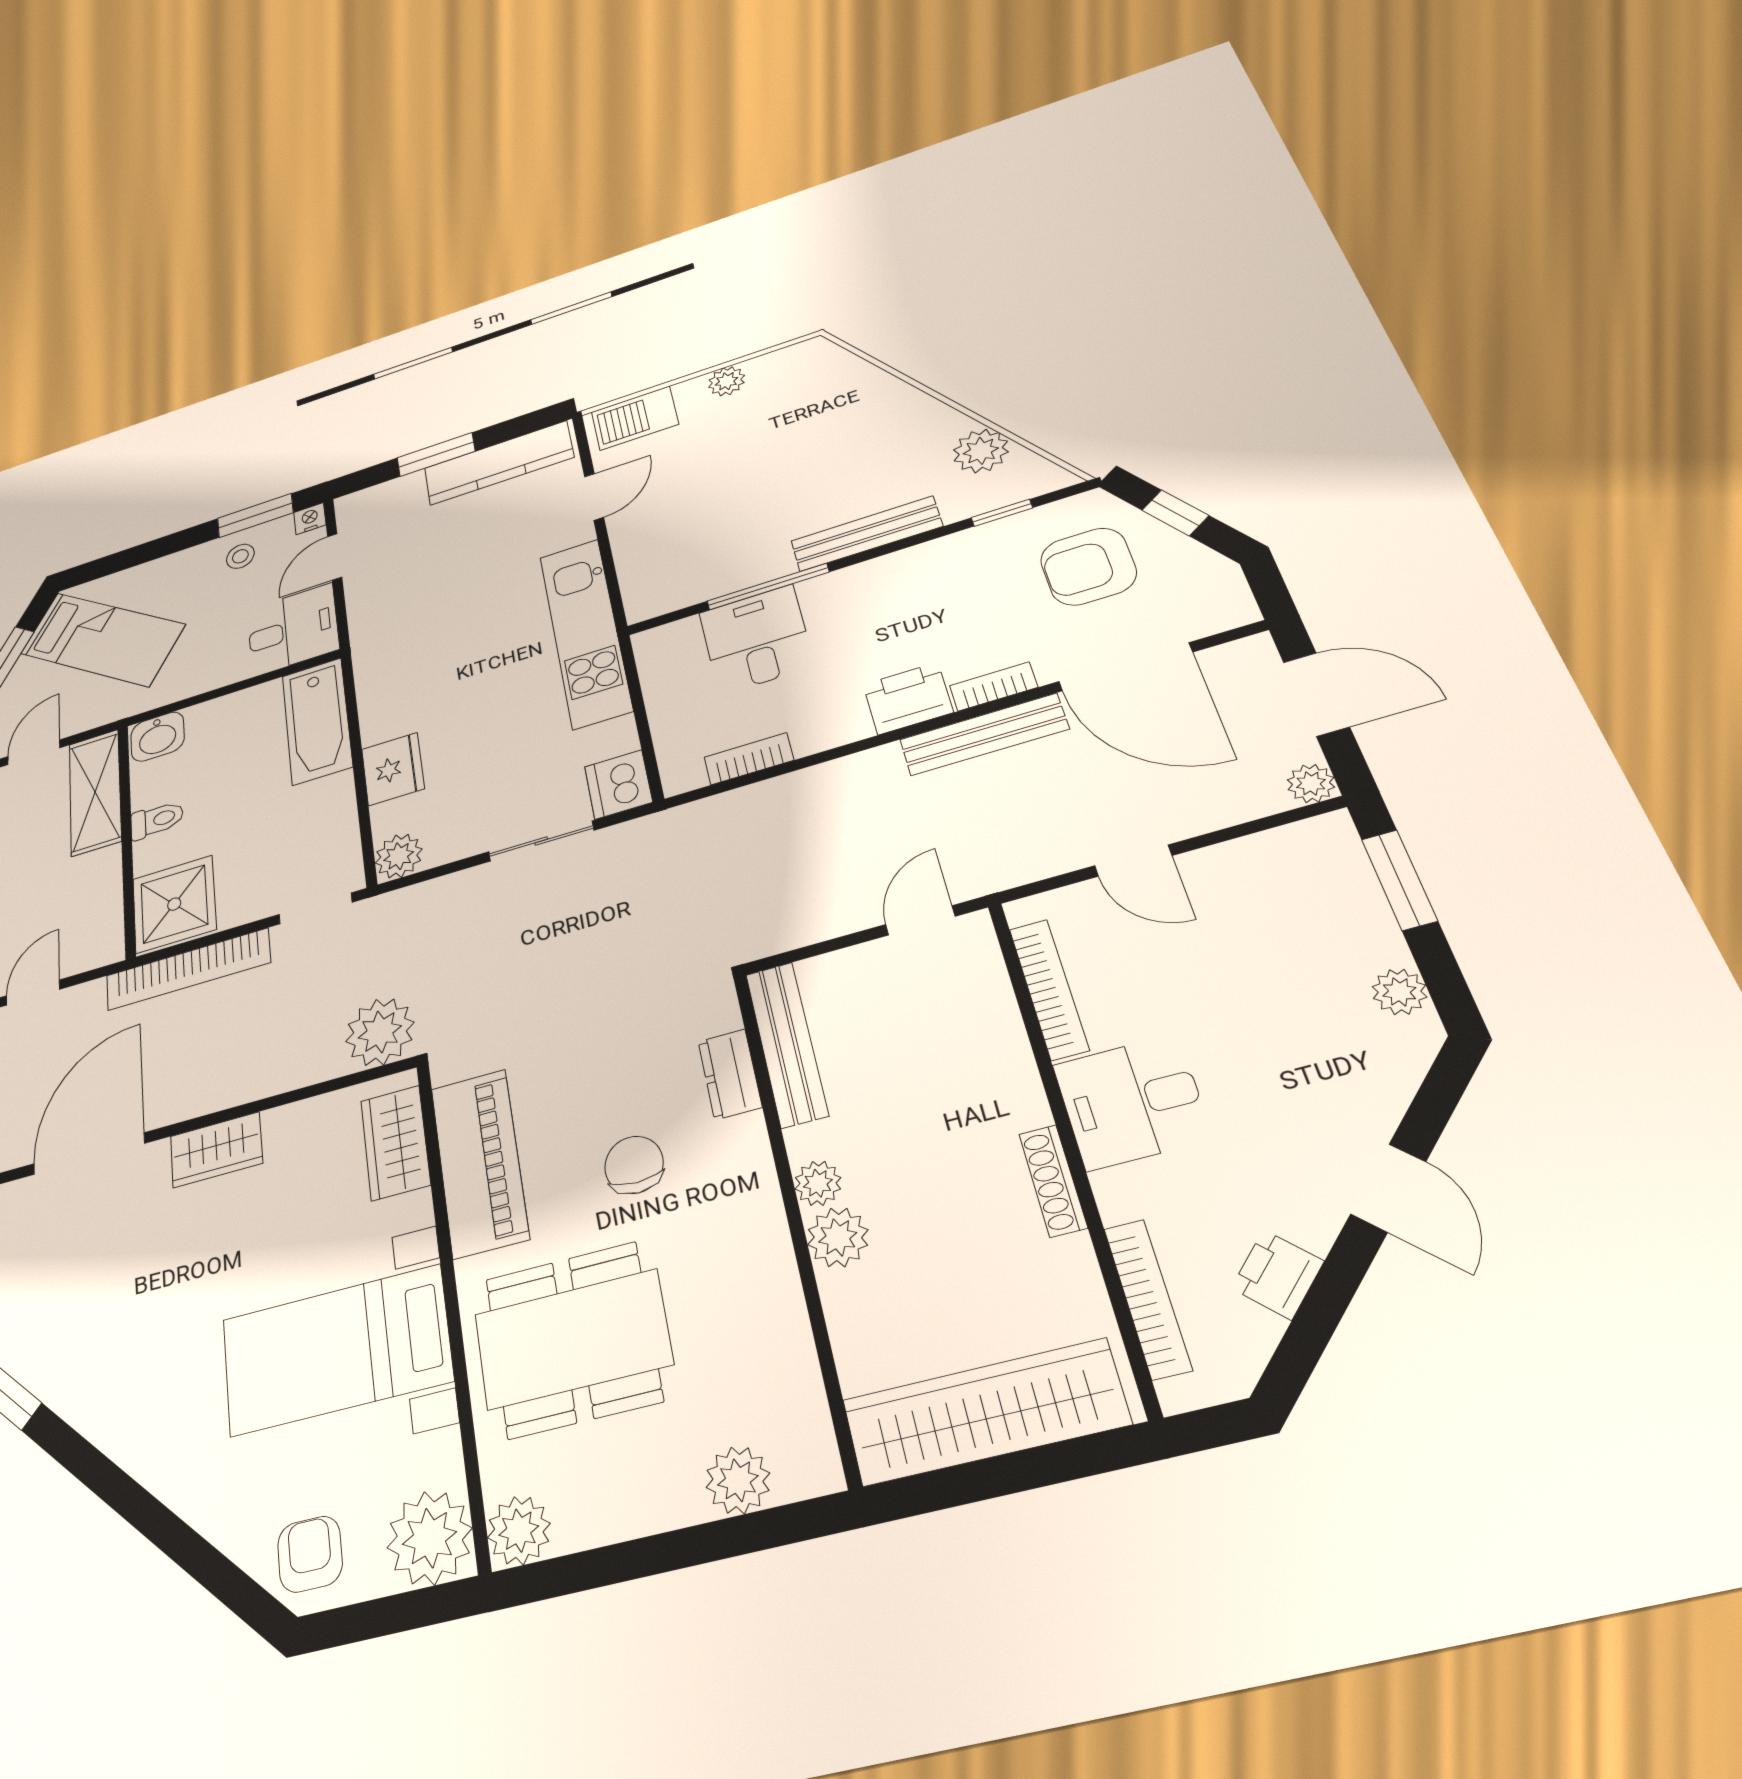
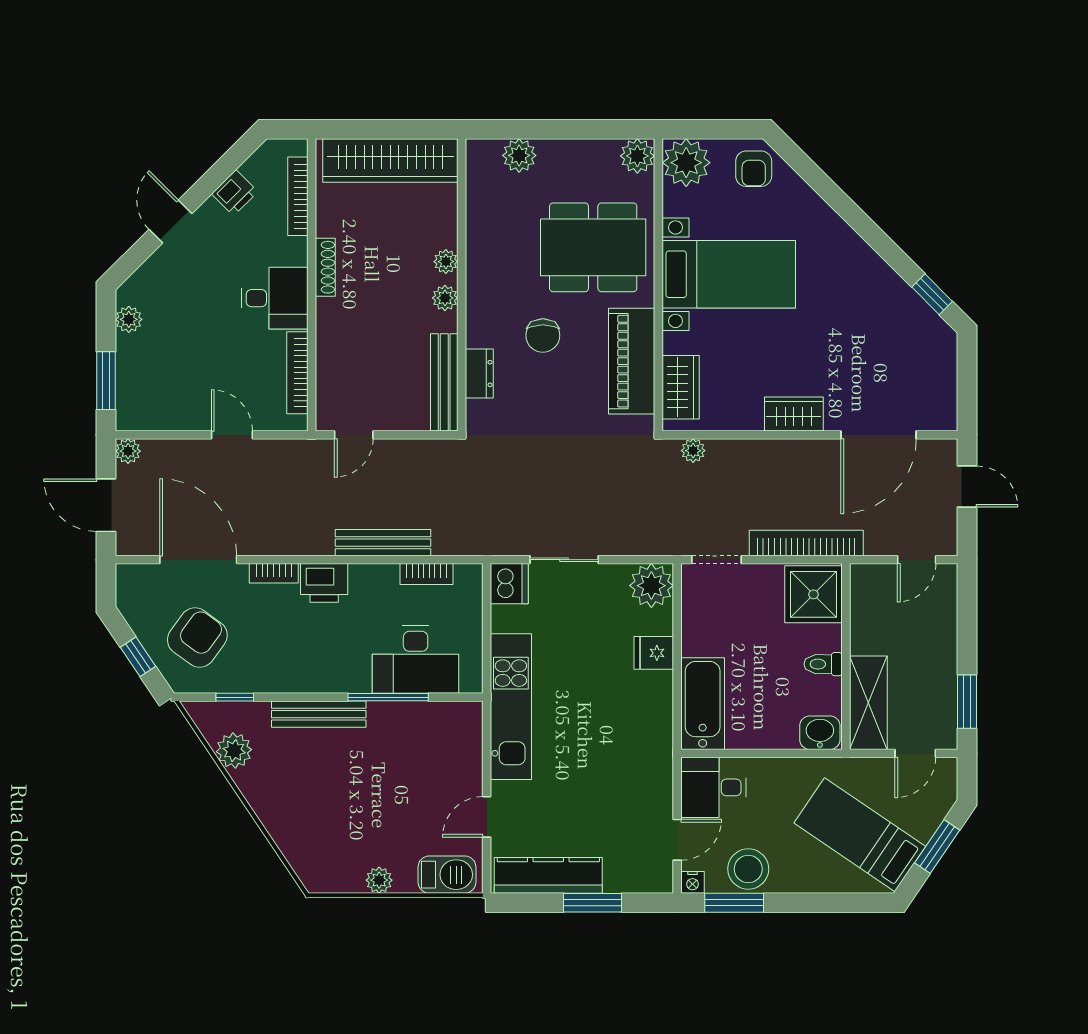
stool: (240, 556) -> (748, 869), width x1.89, depth x1.89
armchair: (1088, 566) -> (197, 638), turned -54
desk: (756, 639) -> (416, 660), width x1.37
bench: (984, 734) -> (383, 543), moved
fridge: (393, 769) -> (654, 653), width x0.72
plant: (399, 856) -> (651, 586), width x1.36, depth x1.36
plant: (380, 1032) -> (693, 451), width x0.53, depth x0.53
plant: (838, 1237) -> (446, 262), width x0.73, depth x0.73

